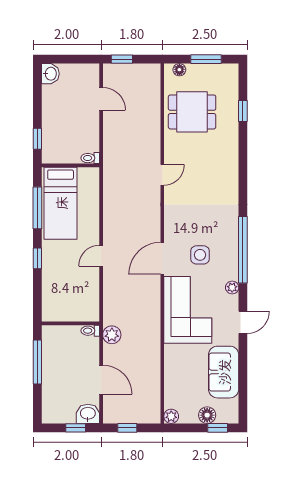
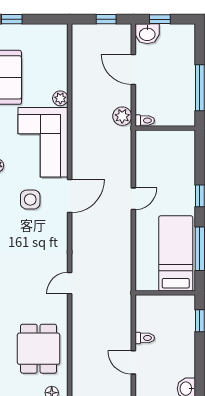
dining table: (192, 112) -> (39, 349), turned 90
toilet: (90, 158) -> (145, 338), moved
floor lamp: (207, 415) -> (23, 32), removed
plant: (171, 416) -> (60, 98), moved

